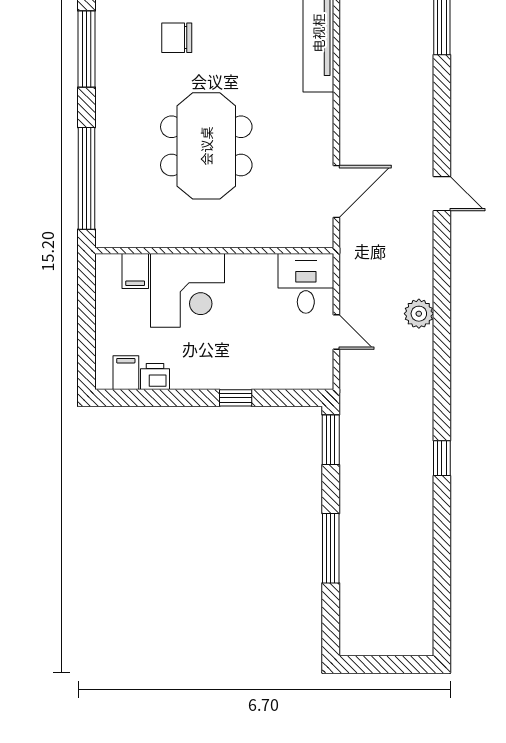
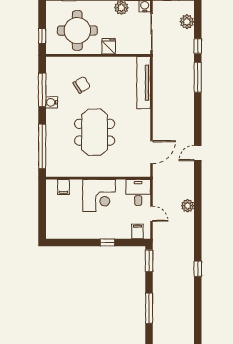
chair: (177, 38) -> (82, 85), turned 148
water cooler: (108, 78) -> (52, 102), added
door: (442, 194) -> (198, 153), swing flipped
corner desk: (187, 290) -> (99, 195), moved
filing cabinet: (126, 373) -> (137, 231), moved
printer: (155, 376) -> (72, 233), removed

